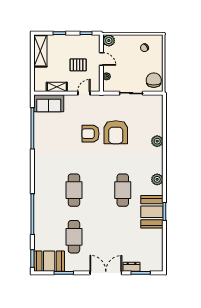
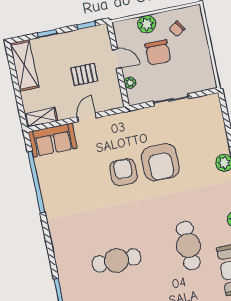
plant: (109, 41) -> (147, 24), moved
chair: (154, 80) -> (158, 52), moved, turned 180
shelving: (57, 87) -> (41, 117), moved
door: (84, 93) -> (87, 117), moved
armchair: (90, 134) -> (124, 172), turned 90
cafe table: (74, 190) -> (116, 260), turned 90

